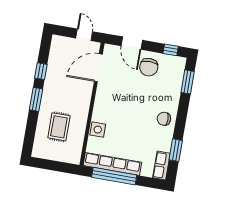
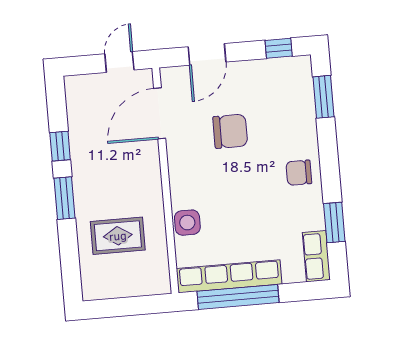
door: (84, 35) -> (119, 62), hinge flipped
door: (132, 43) -> (207, 54), hinge flipped
chair: (149, 67) -> (230, 131), moved, turned -90
rug: (59, 127) -> (118, 236), turned 90

